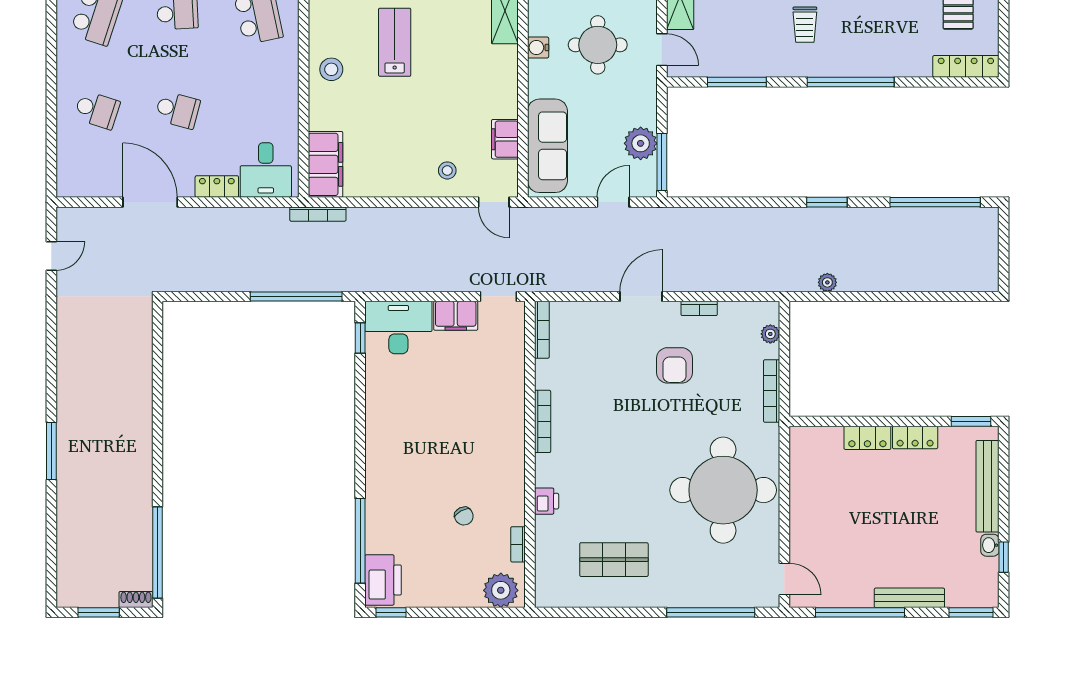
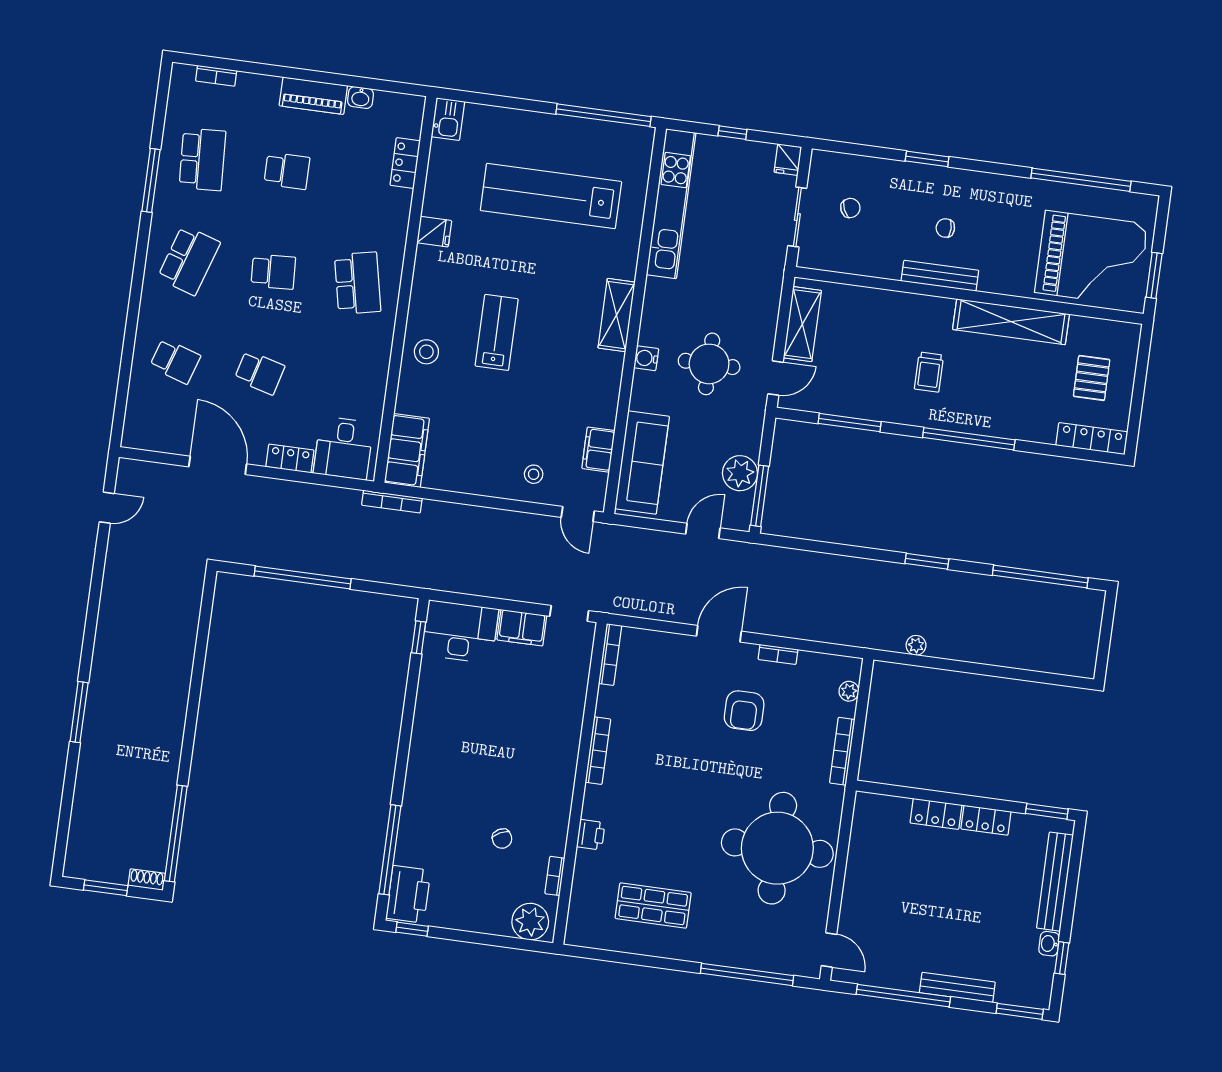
door: (662, 50) -> (776, 378), hinge flipped
window: (296, 296) -> (303, 577), moved

